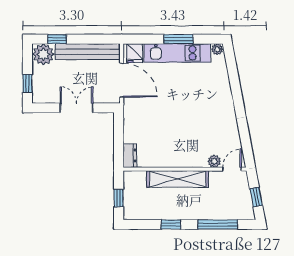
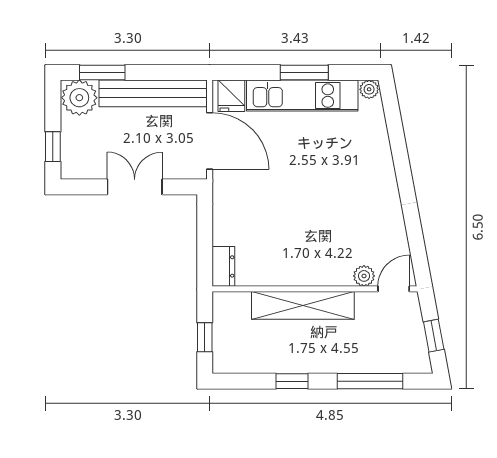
window: (57, 39) -> (102, 72), width x1.50

